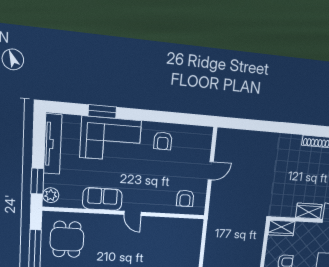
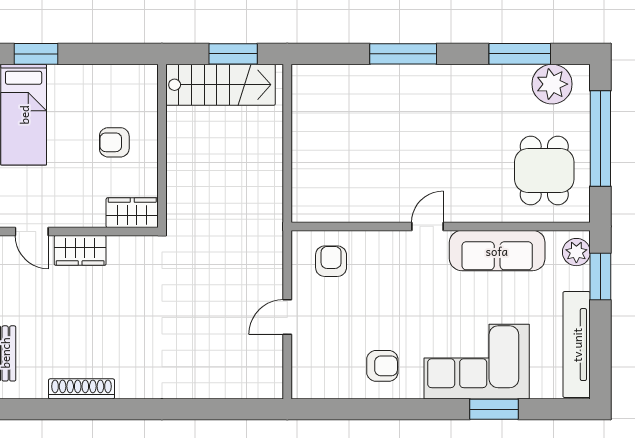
armchair: (163, 141) -> (382, 366), turned 90
sofa: (102, 199) -> (497, 251), width x1.36
door: (133, 213) -> (427, 226), hinge flipped

